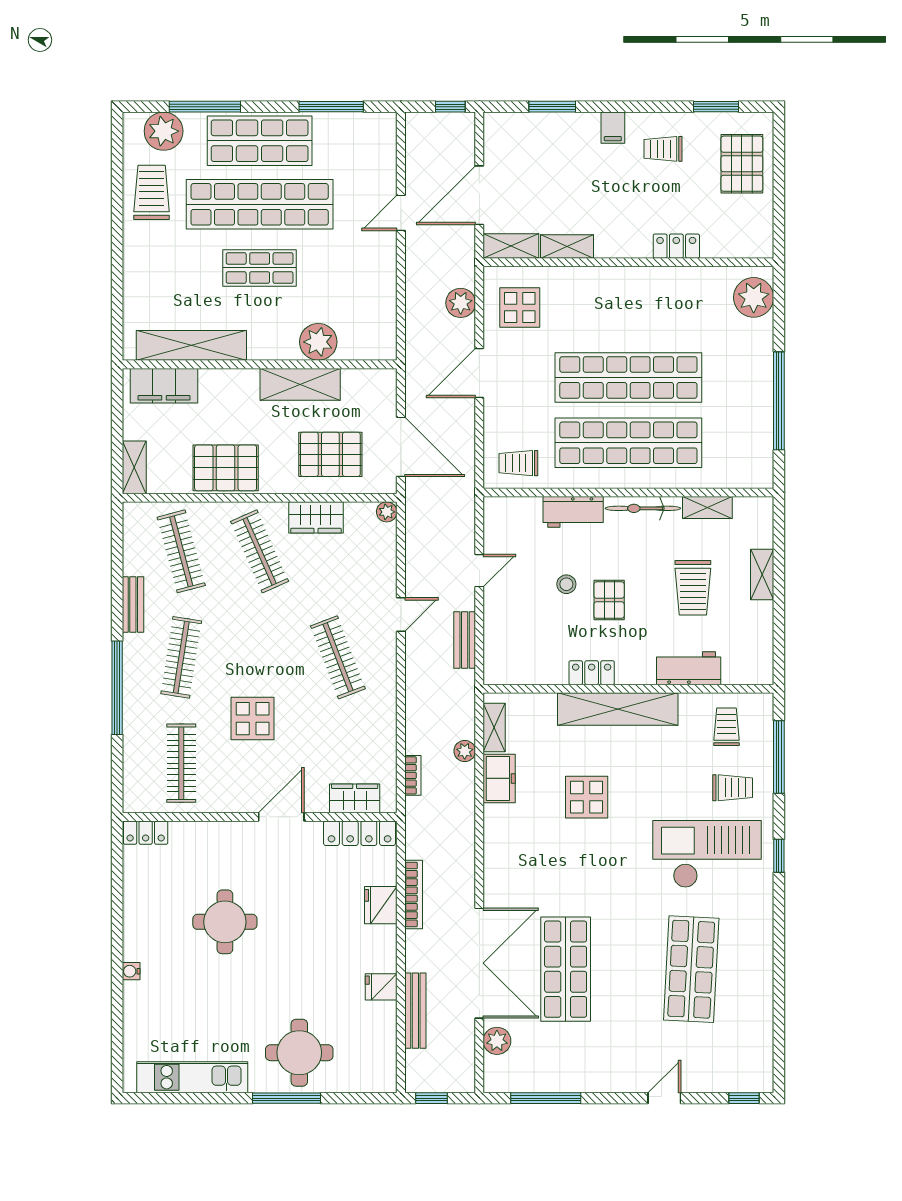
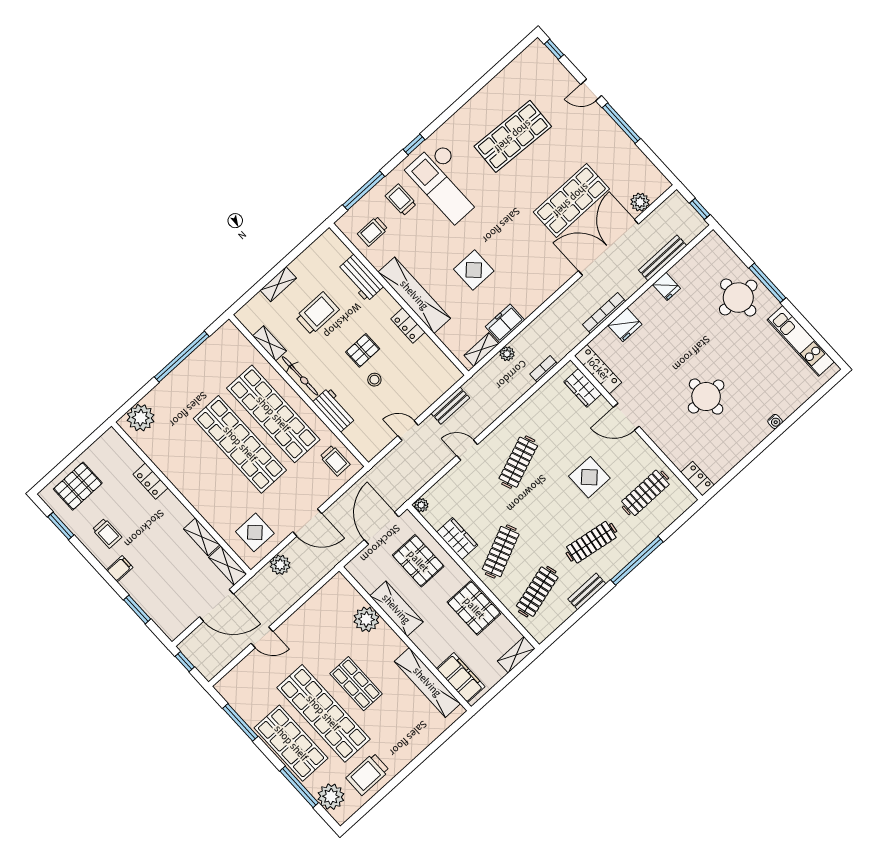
window: (546, 1098) -> (621, 123), moved

